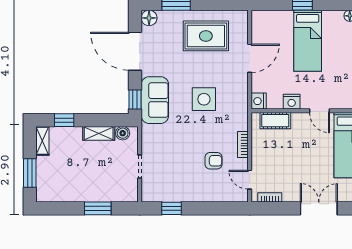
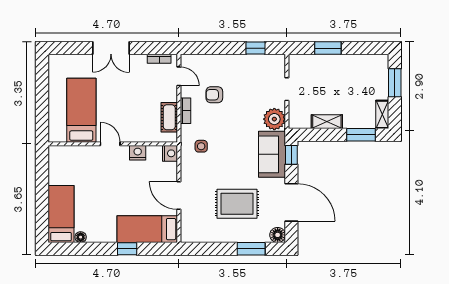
rug: (206, 36) -> (237, 204), moved
bed: (308, 41) -> (147, 229), moved, turned -90
door: (250, 58) -> (179, 195), hinge flipped
side table: (204, 99) -> (201, 146), moved, width x0.54, depth x0.54
window: (64, 120) -> (361, 135), width x1.50
cot: (275, 121) -> (169, 117), moved, turned 90
boiler: (123, 133) -> (303, 122), removed
plant: (152, 136) -> (274, 119), added

